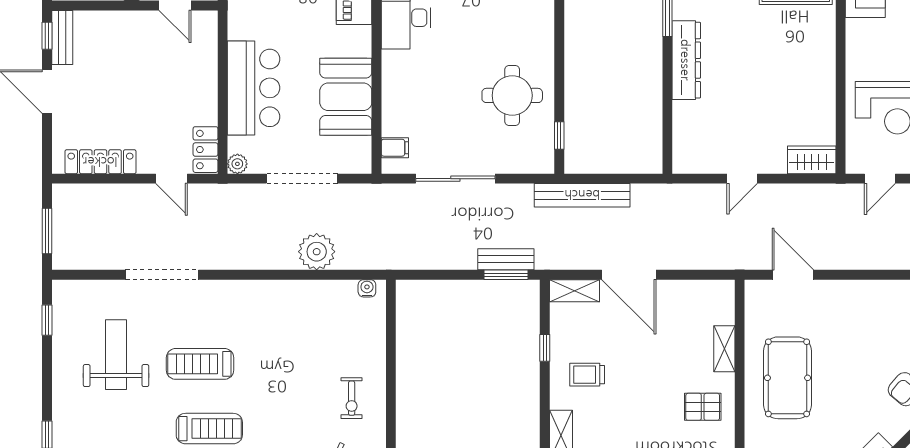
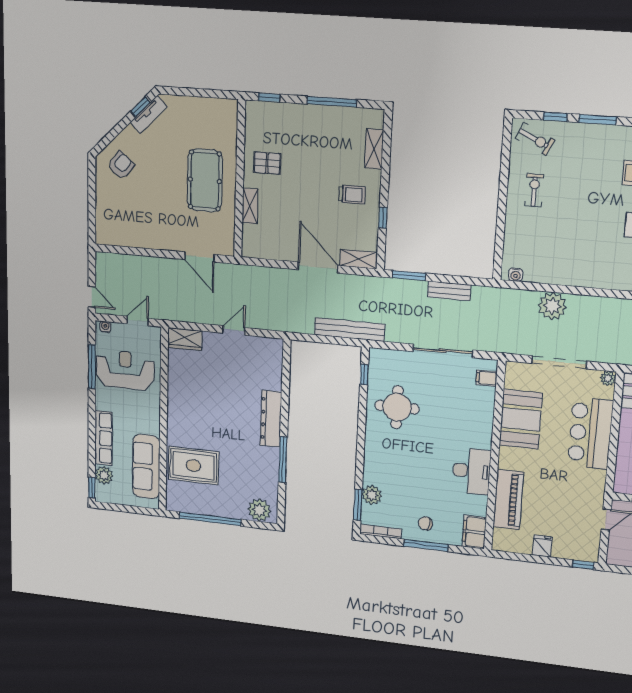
bench: (506, 259) -> (449, 291), moved

